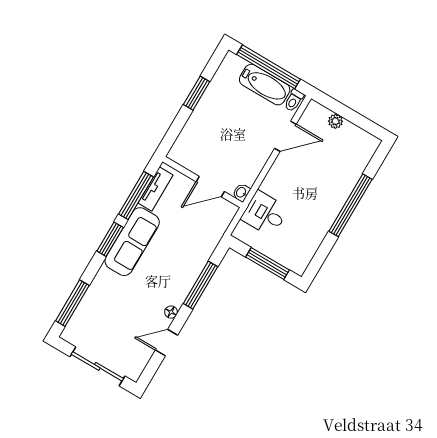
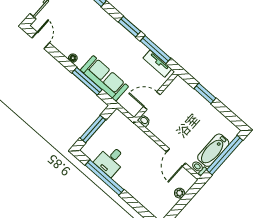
window: (197, 93) -> (205, 93), moved
door: (210, 187) -> (152, 101), hinge flipped
window: (351, 205) -> (104, 177), moved
desk: (265, 214) -> (110, 161), moved, turned 180
sofa: (132, 242) -> (104, 78), moved, turned 180
door: (166, 343) -> (41, 40), moved

